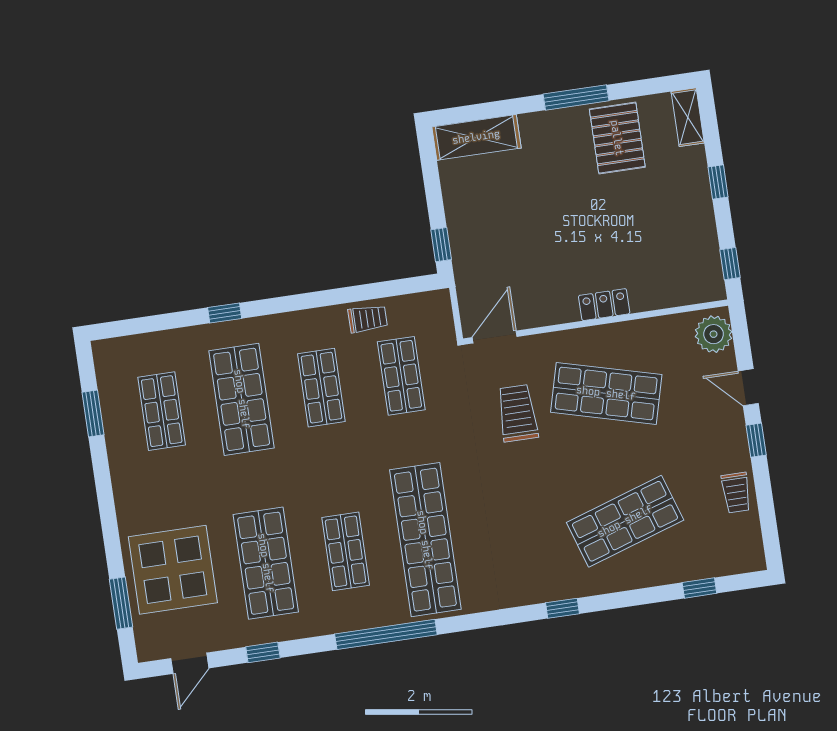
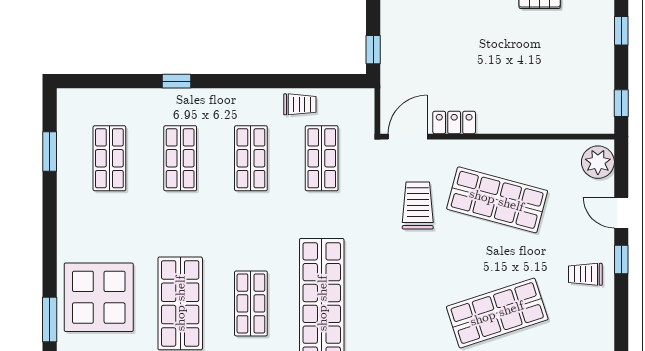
locker: (604, 305) -> (454, 122), moved
shop shelf: (242, 399) -> (180, 158), width x0.70, depth x0.74
trolley: (736, 493) -> (585, 274), moved, turned 90

